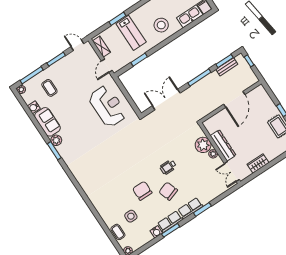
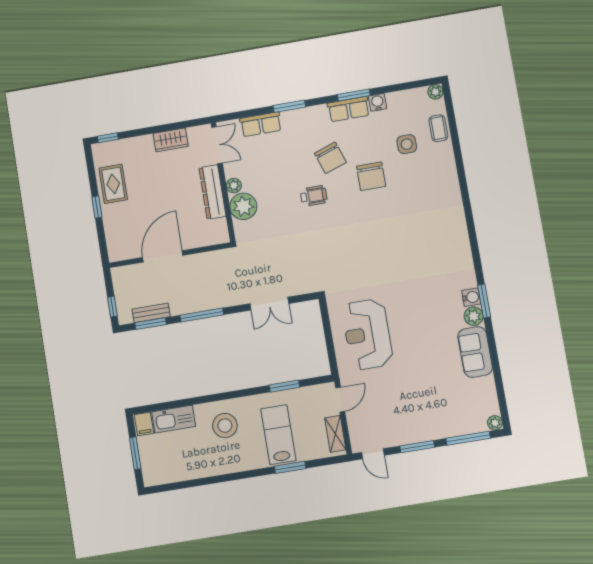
coffee table: (49, 88) -> (448, 405), removed
double door: (166, 99) -> (269, 304), width x0.73
water cooler: (34, 107) -> (471, 297), moved
row of seats: (190, 208) -> (261, 124), moved

